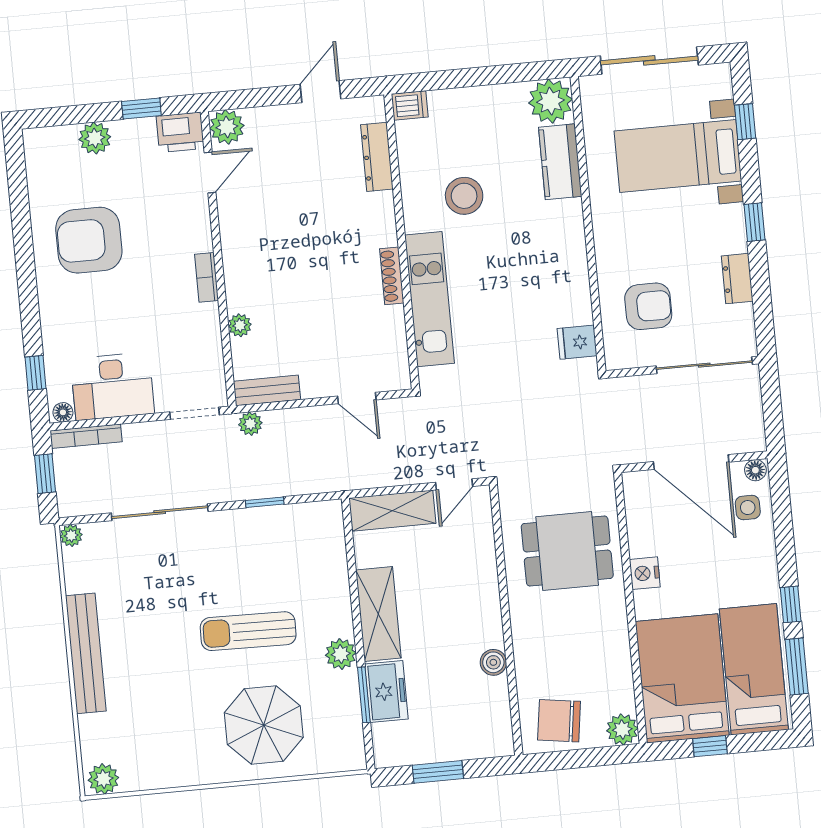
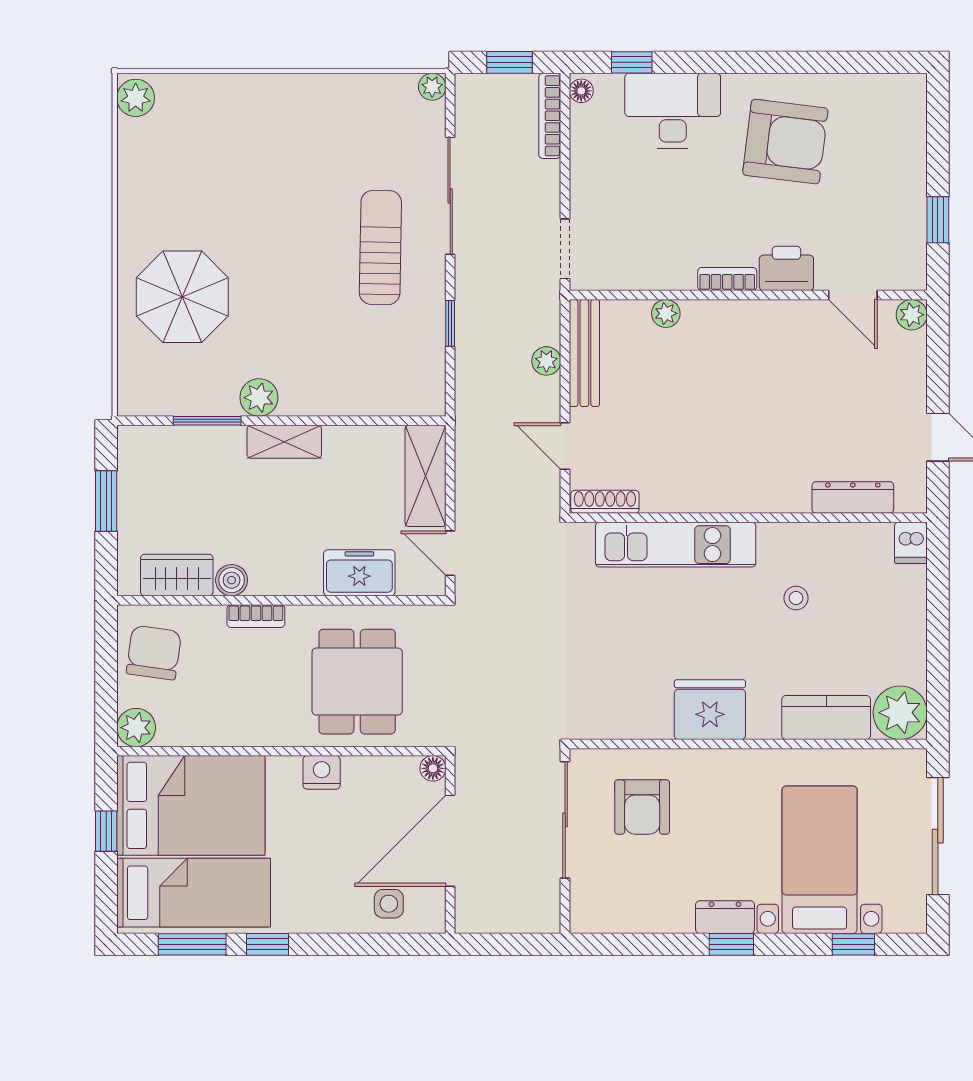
plant: (227, 127) -> (912, 315), width x0.73, depth x0.73
printer: (180, 132) -> (786, 268), moved, turned 90
plant: (95, 138) -> (907, 160), removed
stool: (464, 196) -> (796, 598), width x0.53, depth x0.53
armchair: (89, 240) -> (785, 142), turned 97
shoe rack: (392, 276) -> (605, 502), moved
dresser: (737, 279) -> (725, 917), moved
fridge: (577, 342) -> (710, 710), moved, width x1.88, depth x1.34
sliding door: (704, 365) -> (565, 820), moved
desk: (112, 386) -> (673, 111), moved, turned 90
bench: (267, 390) -> (584, 353), width x1.36
door: (357, 398) -> (565, 446), hinge flipped
plant: (250, 424) -> (546, 361), moved
floor lamp: (755, 470) -> (433, 768), moved
shelving: (378, 614) -> (284, 442), width x0.67, depth x0.75
sun lounger: (248, 631) -> (380, 248), moved
bookcase: (521, 639) -> (256, 616), added
bench: (86, 653) -> (289, 91), removed
freezer: (386, 692) -> (359, 573), moved, turned 180
wardrobe: (493, 708) -> (177, 575), added

